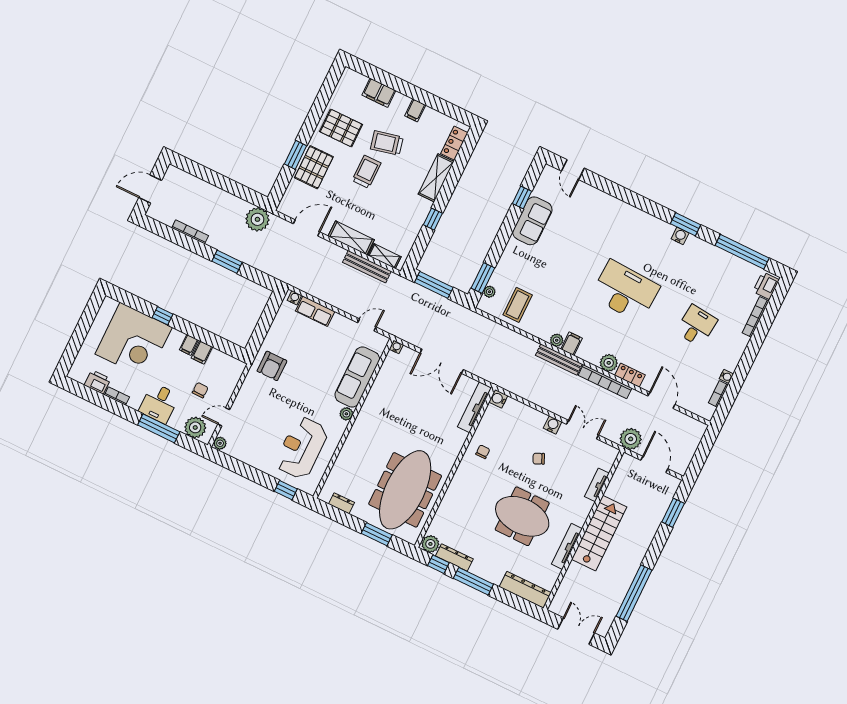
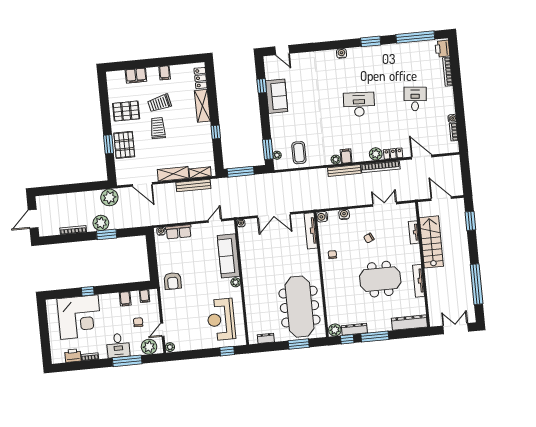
door: (307, 228) -> (142, 184), swing flipped
water cooler: (680, 236) -> (342, 53), moved
desk: (625, 291) -> (359, 104), width x0.73, depth x0.77
filing cabinet: (189, 345) -> (145, 296), moved
water cooler: (553, 425) -> (344, 214), moved
plant: (631, 439) -> (101, 223), moved
stairs: (599, 533) -> (431, 242), moved

